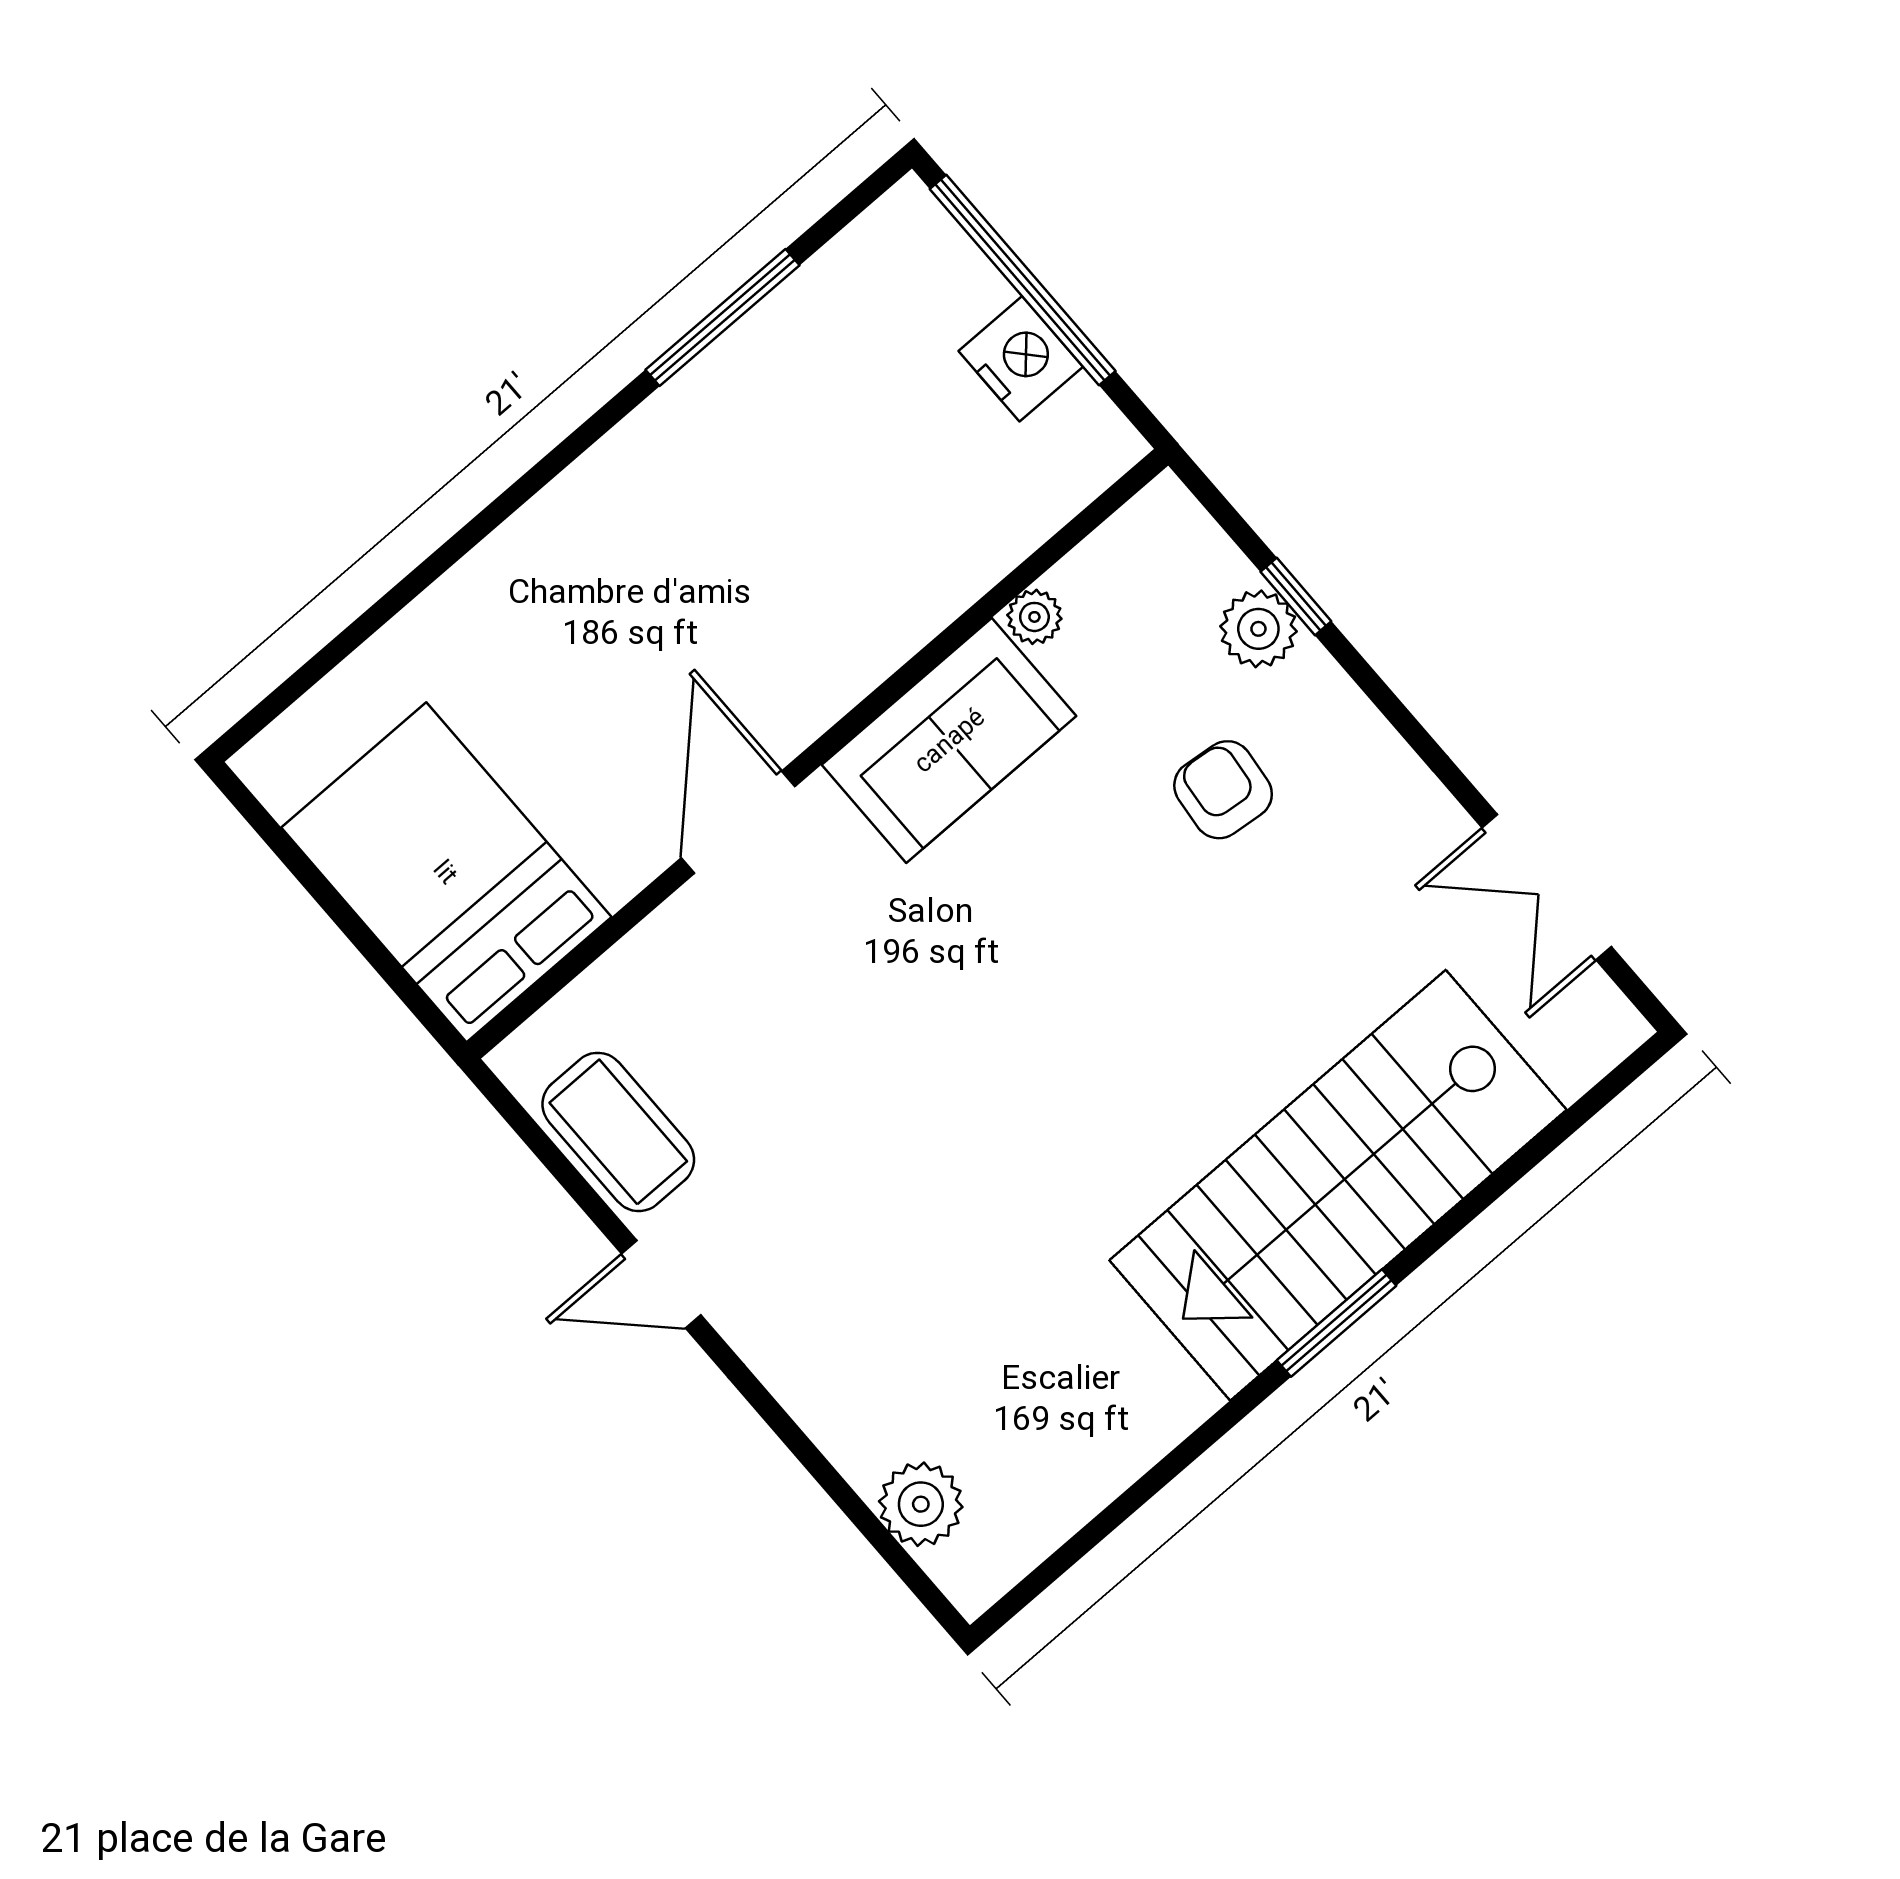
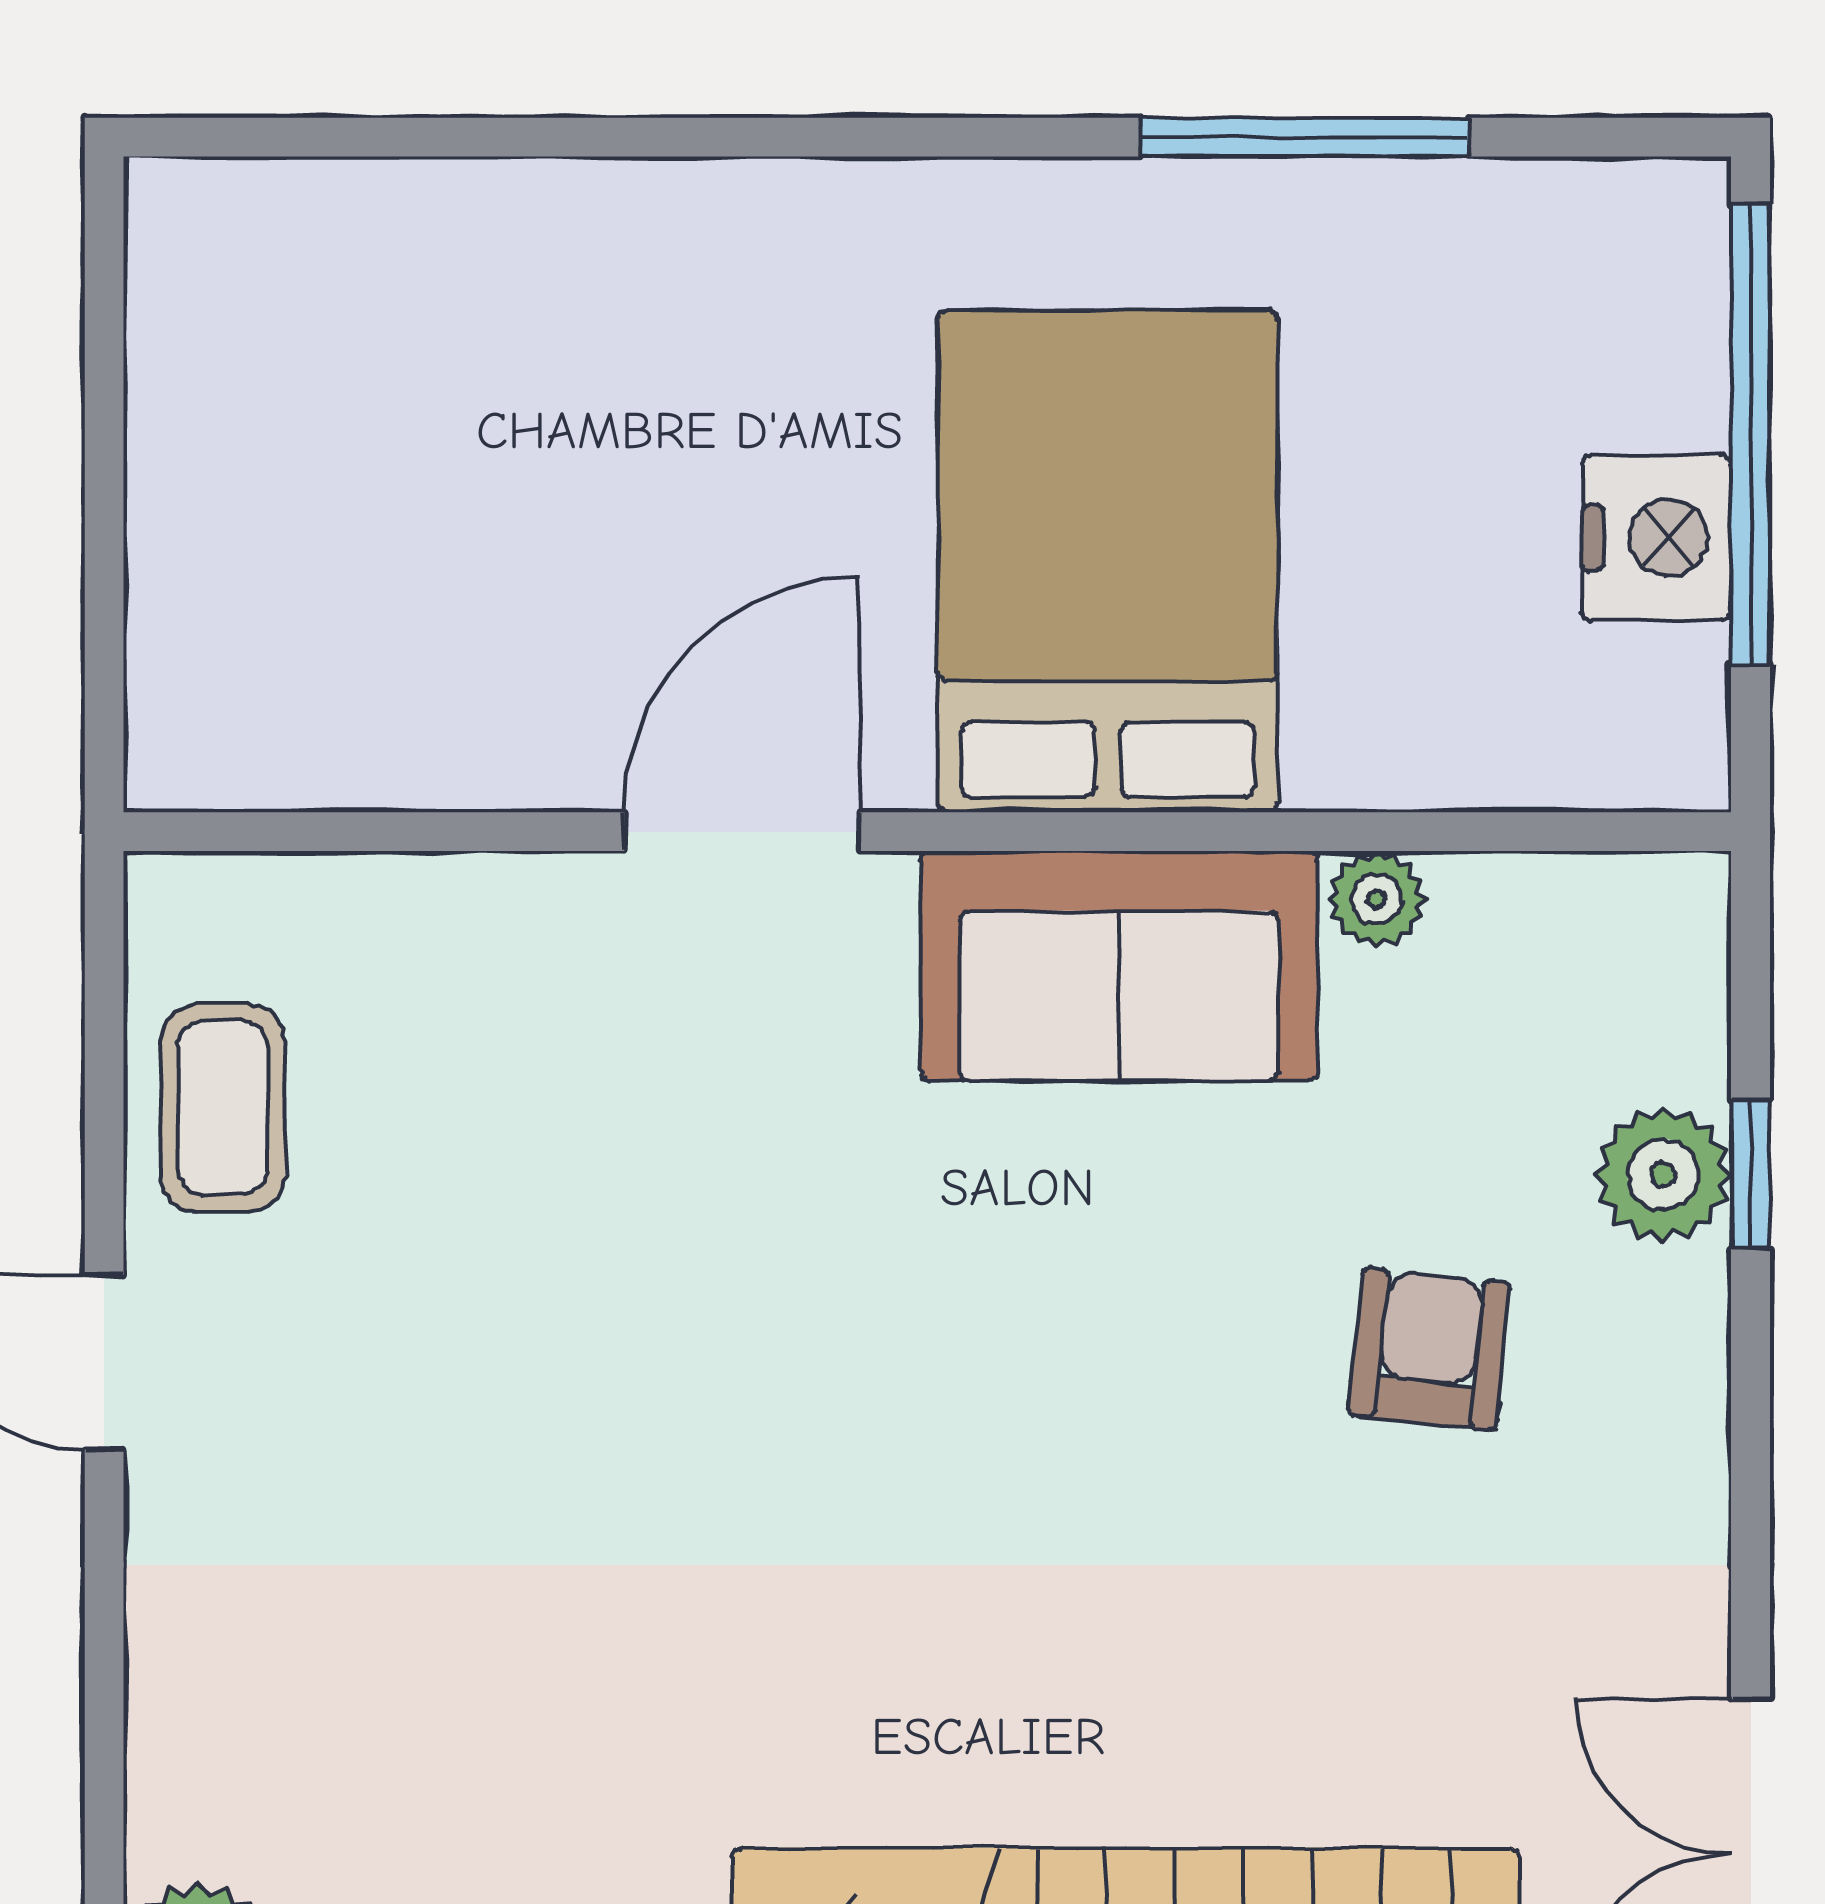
bed: (446, 872) -> (1108, 561), moved
coffee table: (618, 1132) -> (223, 1108), width x0.73, depth x0.77

